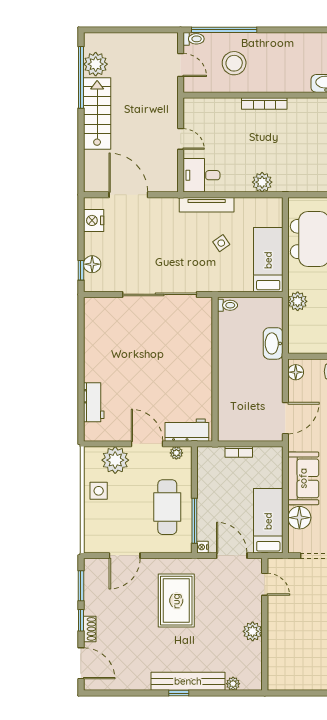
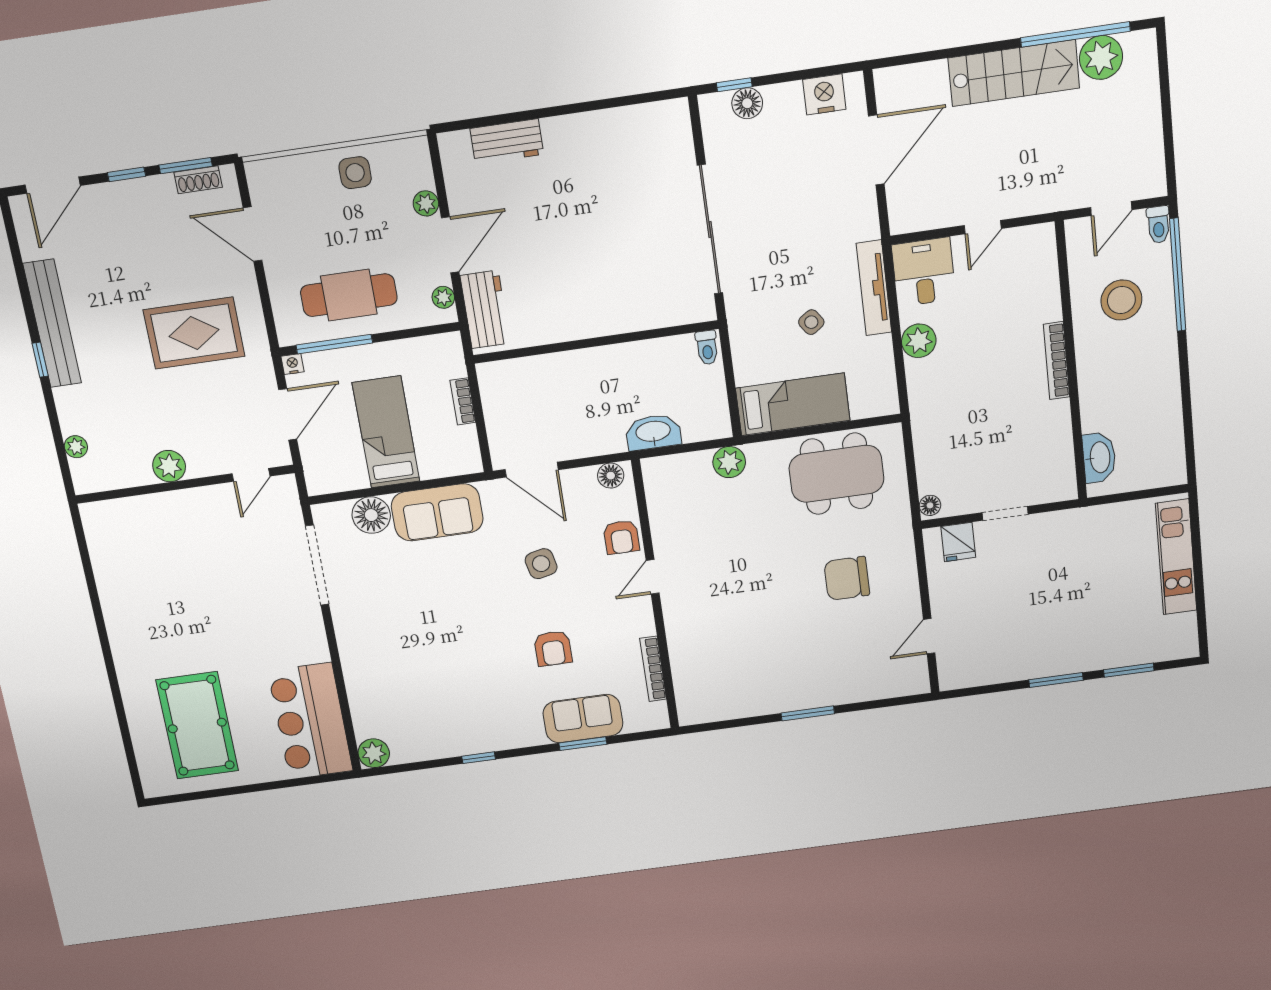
plant: (262, 182) -> (919, 341), moved
plant: (115, 460) -> (426, 203), width x0.53, depth x0.53
bed: (268, 521) -> (386, 432), moved, turned -90
shoe rack: (90, 629) -> (198, 180), moved
bench: (188, 681) -> (52, 324), moved

